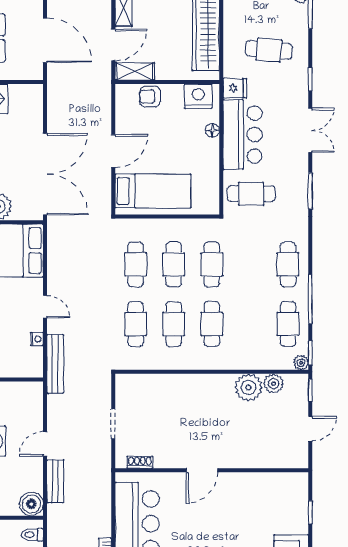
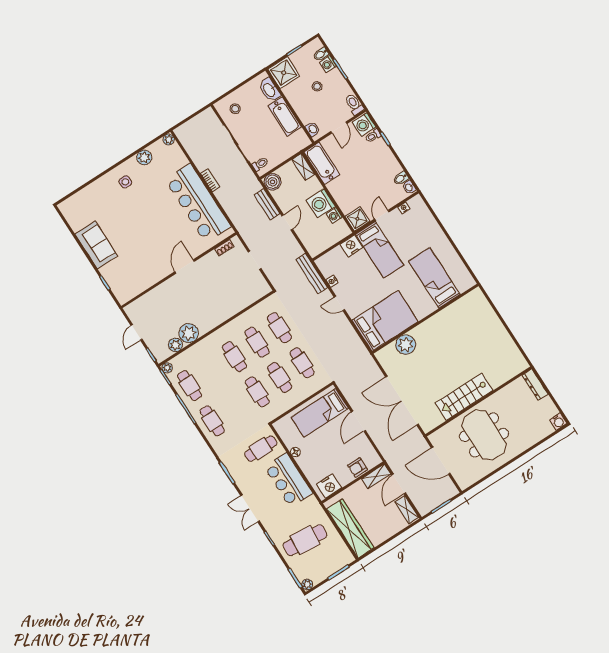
cafe table: (269, 50) -> (305, 540), width x1.37, depth x1.35
fridge: (235, 88) -> (311, 505), removed
armchair: (150, 96) -> (358, 467), turned 180
floor lamp: (212, 130) -> (295, 452), moved
double door: (45, 174) -> (402, 401), moved

